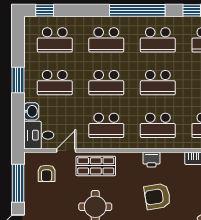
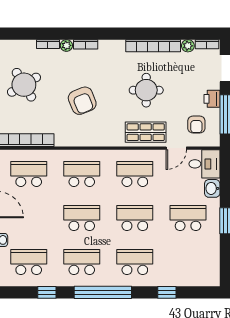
window: (45, 10) -> (167, 292), moved
school desk: (55, 40) -> (188, 262), removed
printer: (152, 160) -> (212, 99), moved, turned -90
armchair: (47, 173) -> (196, 125), turned 180
armchair: (157, 196) -> (82, 101), turned 77

